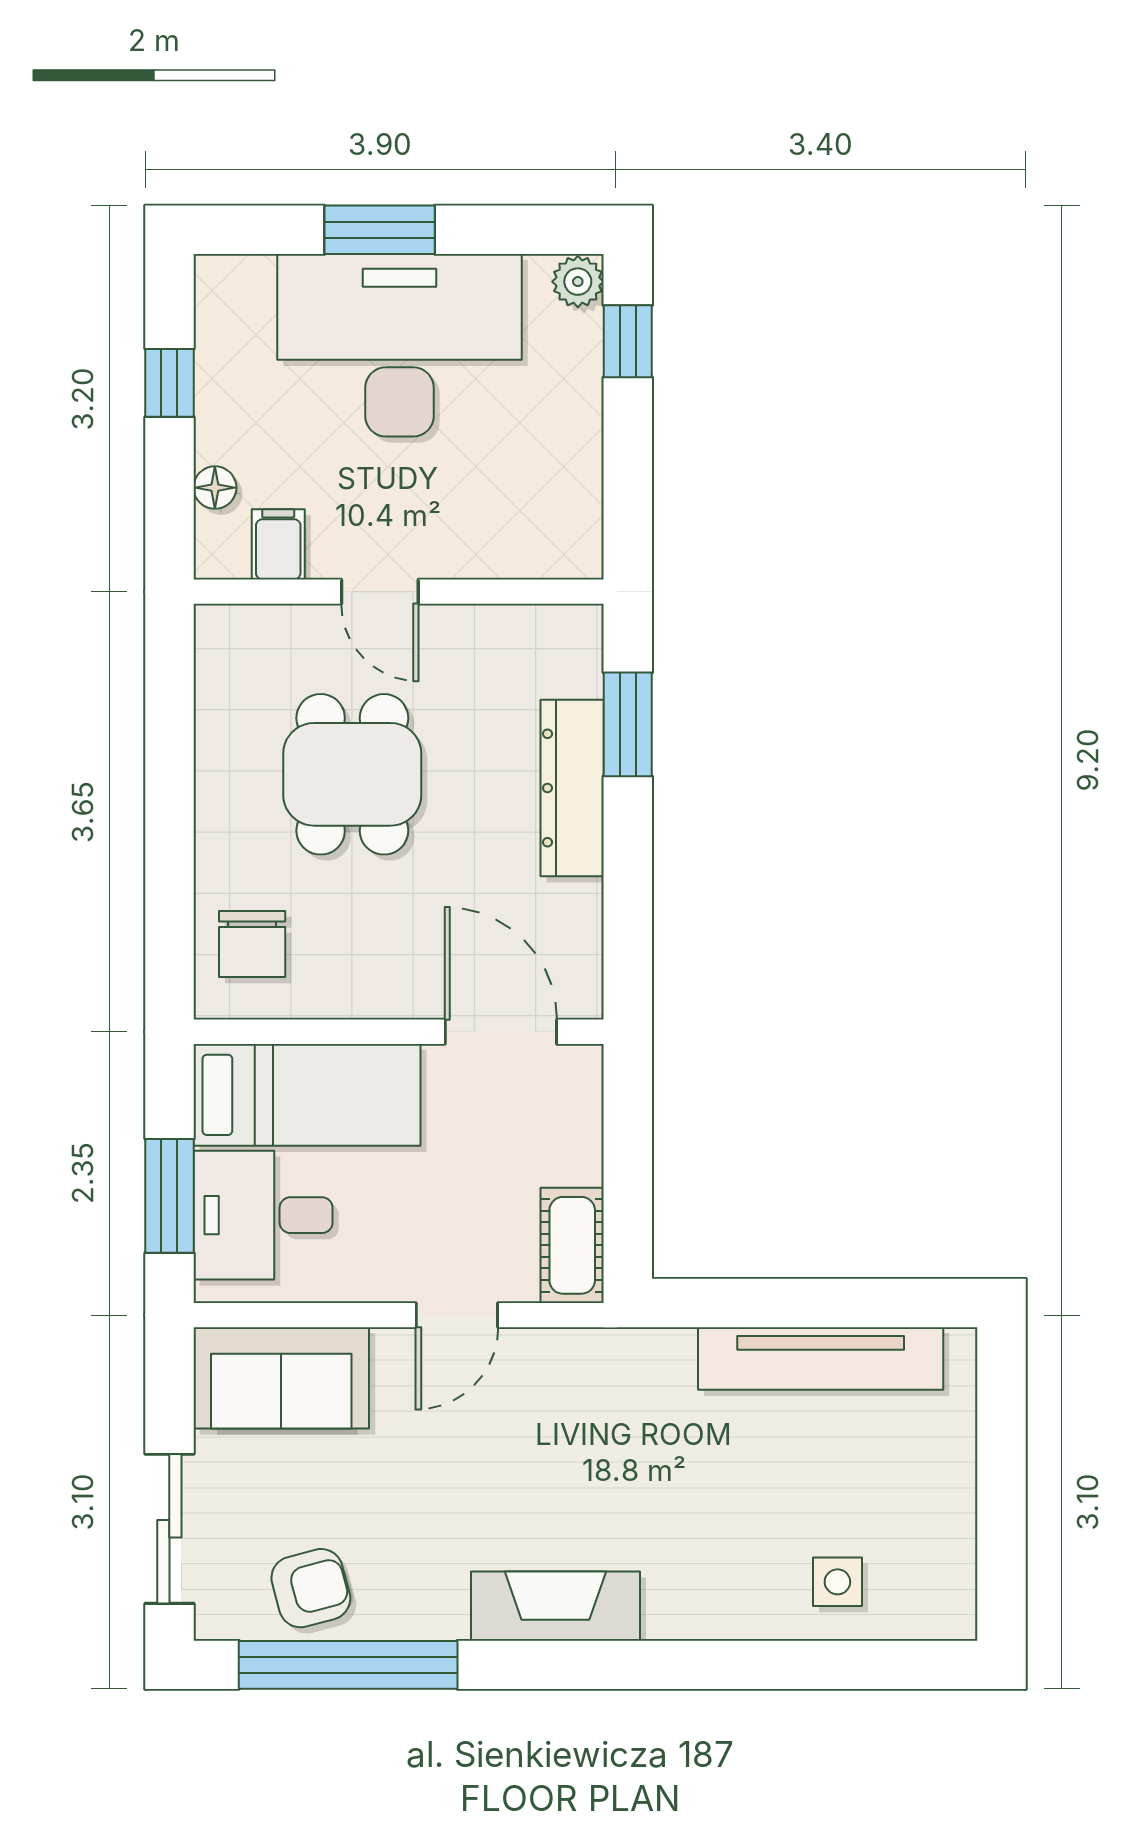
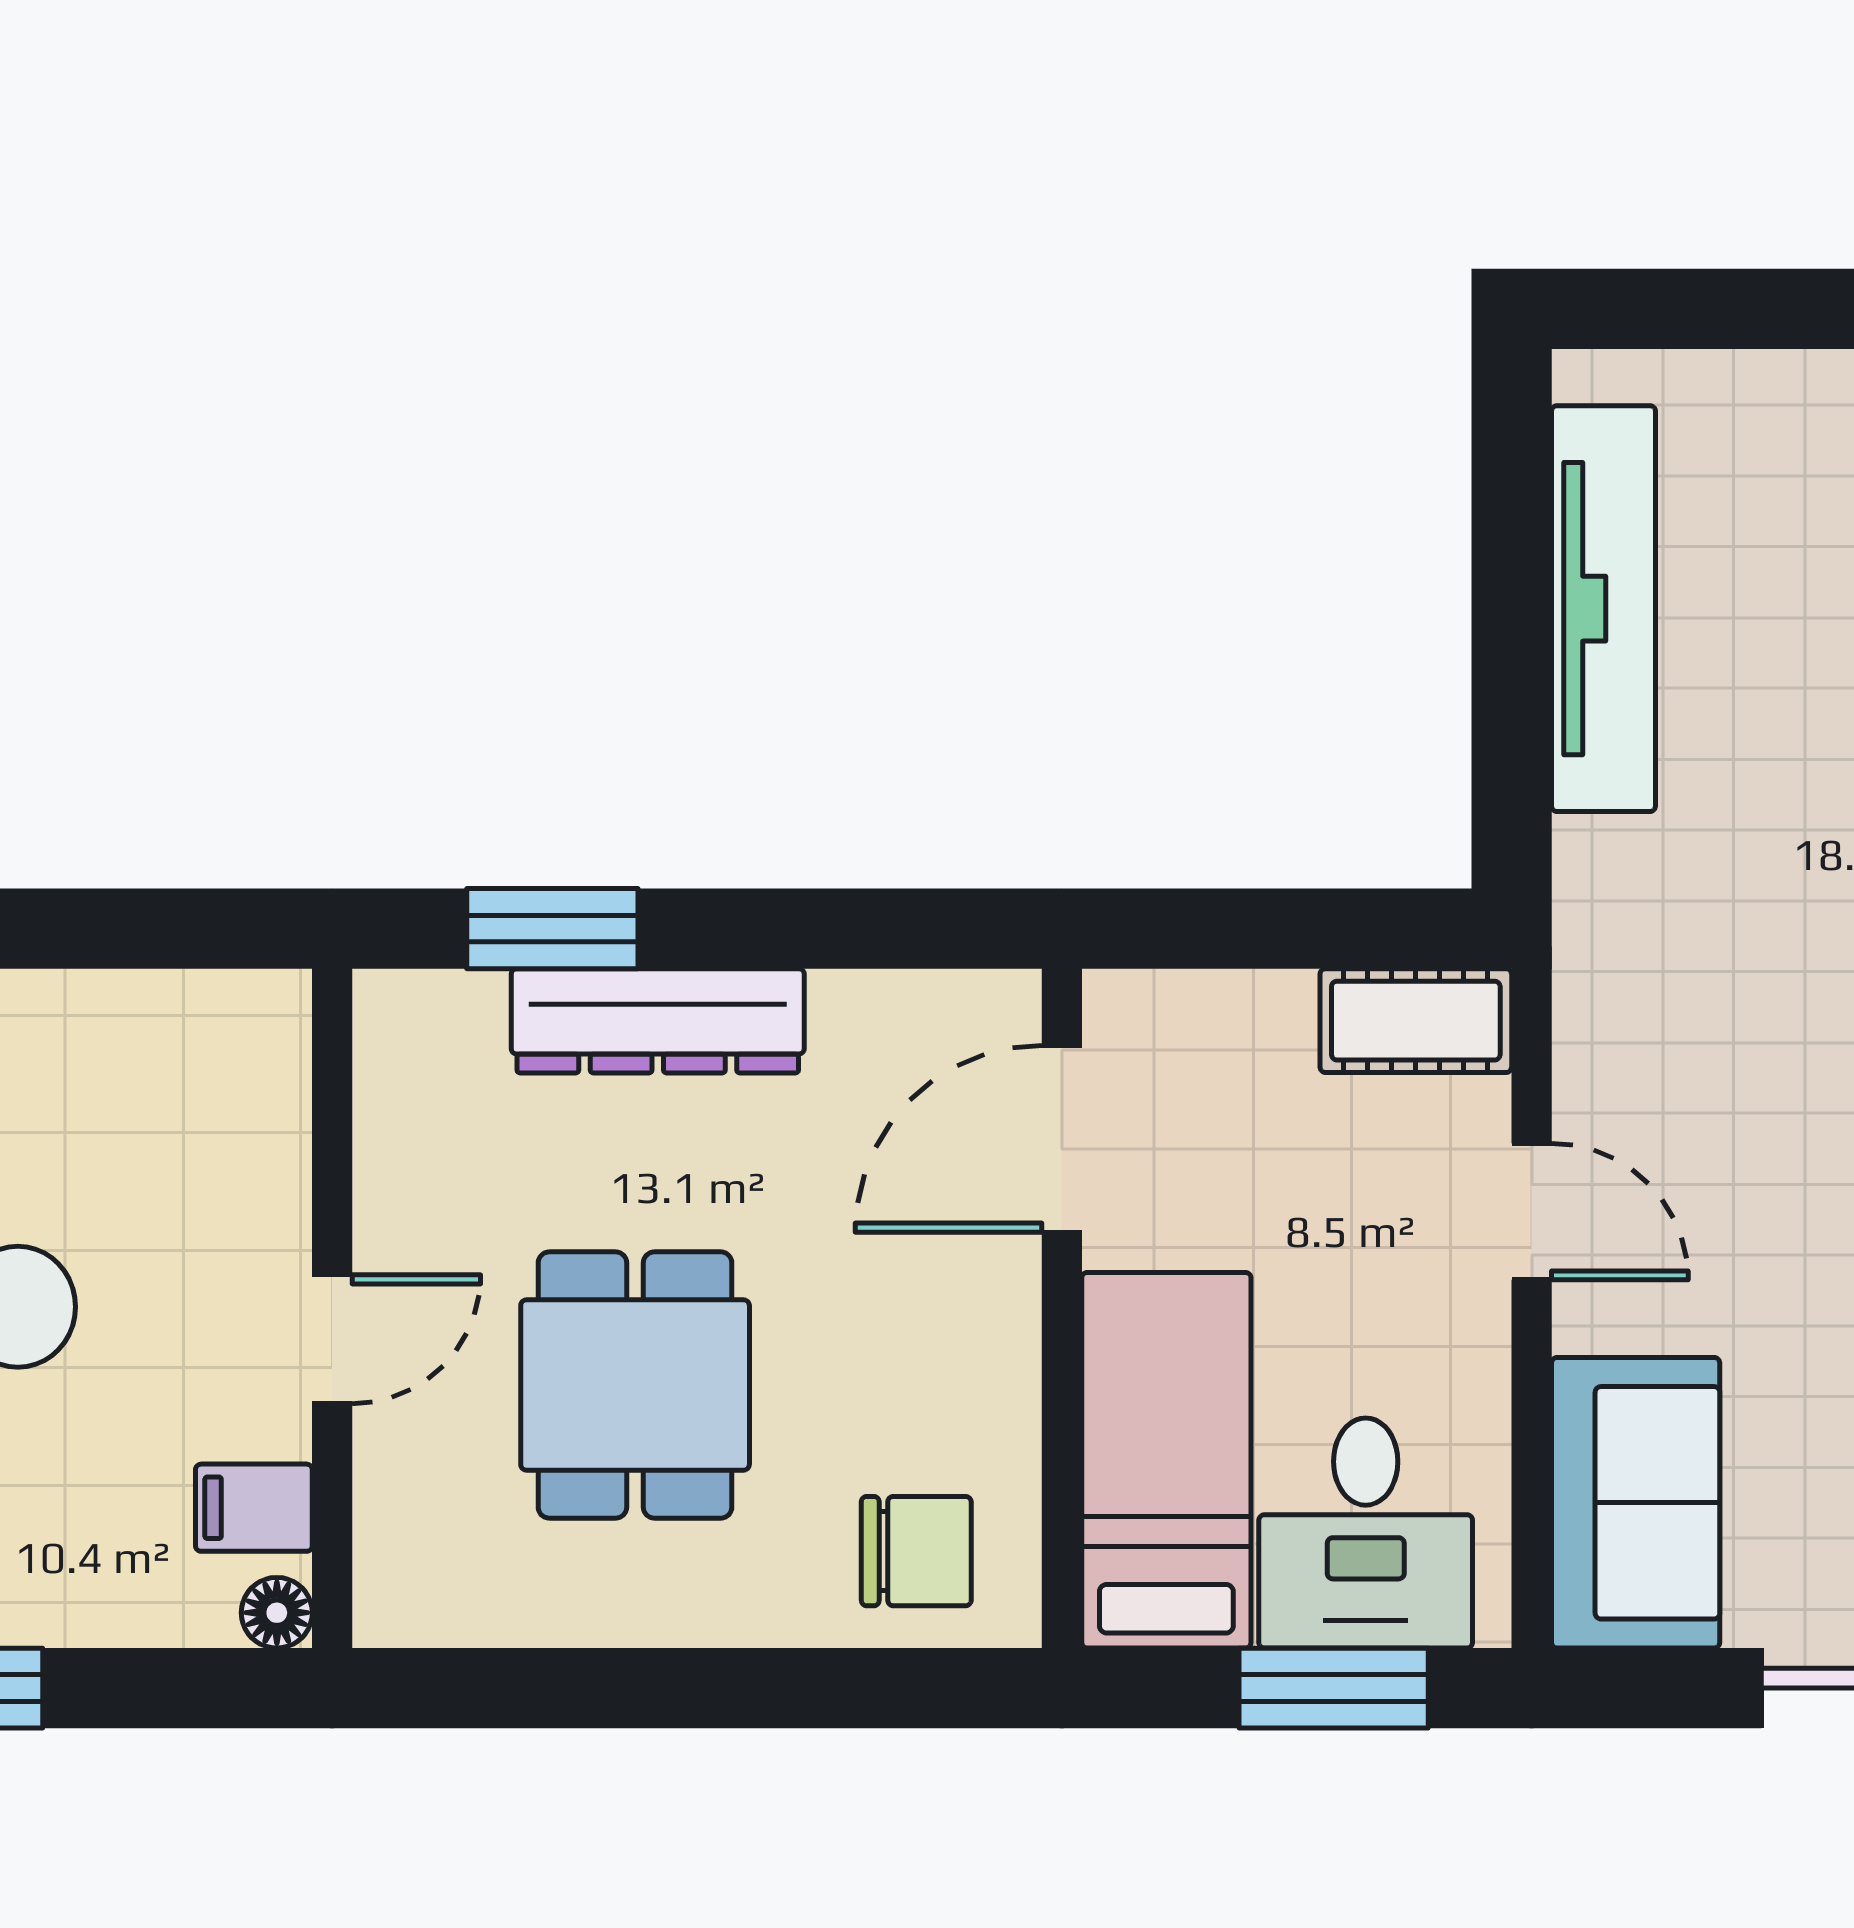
floor lamp: (215, 488) -> (277, 1613), moved
dining table: (352, 774) -> (635, 1385), turned 90

